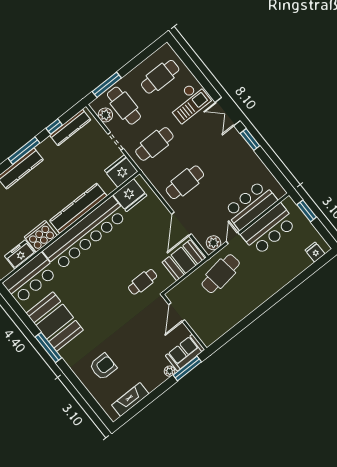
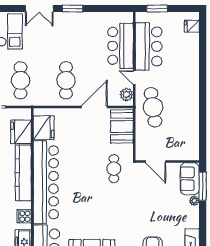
fridge: (121, 171) -> (21, 132), moved
door: (181, 224) -> (94, 107), swing flipped
cooker: (41, 236) -> (24, 216), width x0.53, depth x0.76

